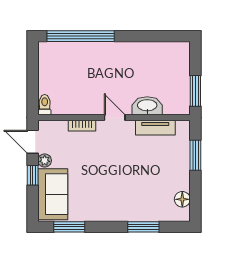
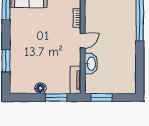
tv unit: (155, 128) -> (76, 80), moved
floor lamp: (182, 199) -> (40, 88), moved

